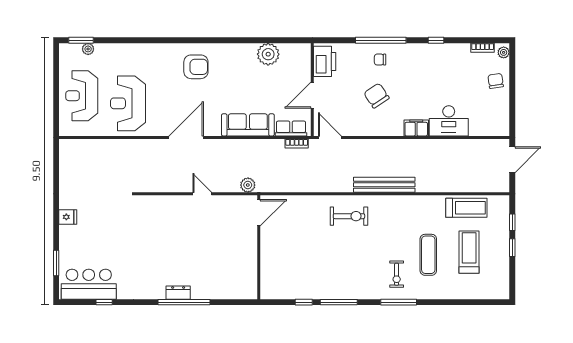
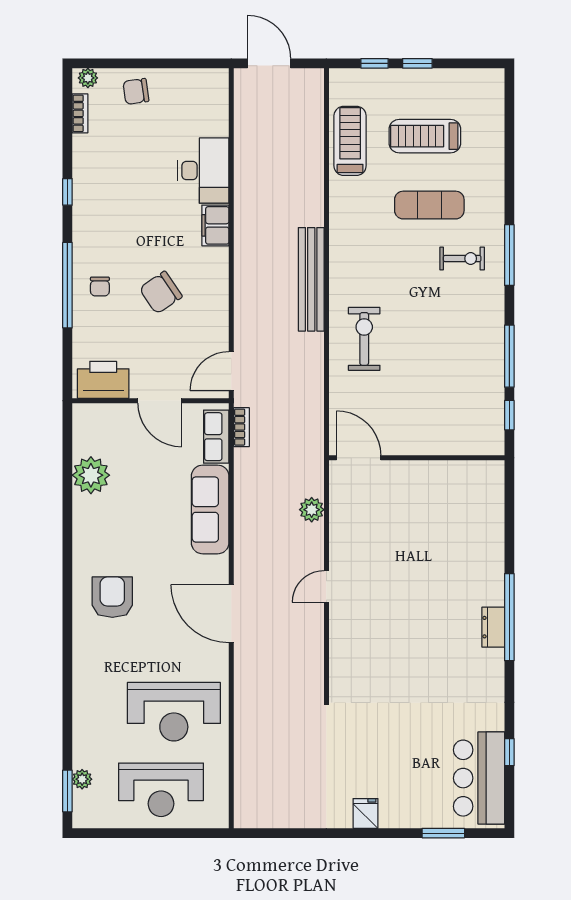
door: (259, 213) -> (359, 458), moved
wall: (259, 247) -> (417, 458), moved

